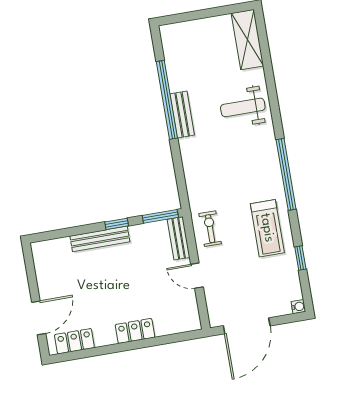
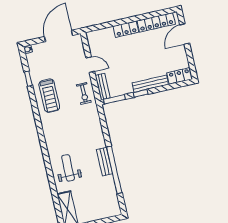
weight bench: (243, 107) -> (68, 168), turned -90
window: (286, 174) -> (40, 129), removed
treadmill: (267, 228) -> (49, 96), turned 180
locker: (51, 249) -> (180, 76), added
locker: (74, 341) -> (156, 22), width x1.53

